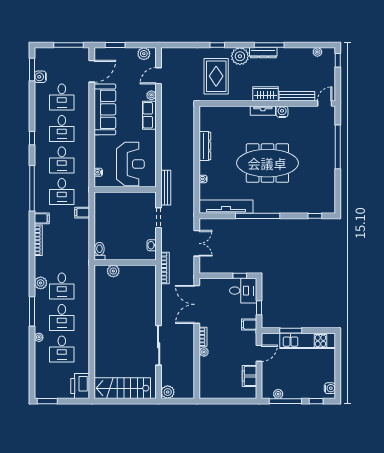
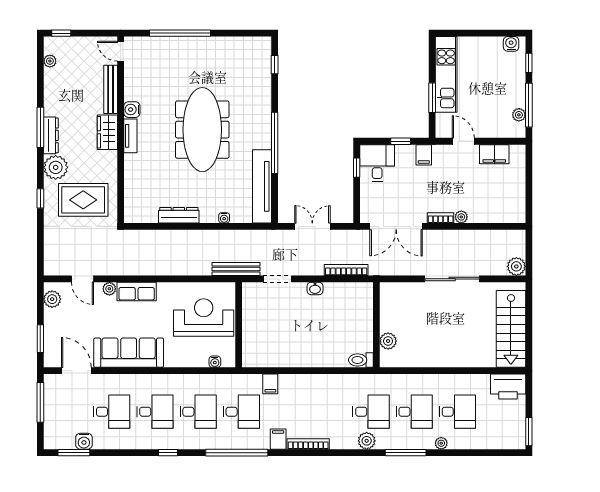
toilet: (99, 251) -> (361, 360), moved
wall: (125, 262) -> (376, 325), moved
plant: (113, 271) -> (388, 341), moved

